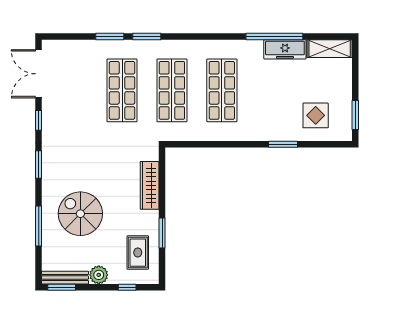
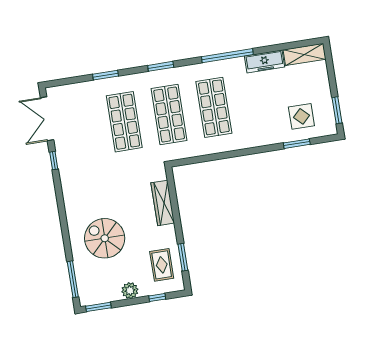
window: (147, 36) -> (161, 66), moved
window: (274, 36) -> (227, 56), moved
window: (283, 144) -> (297, 144), moved
window: (39, 164) -> (60, 200), removed
window: (39, 226) -> (73, 279), moved
window: (162, 233) -> (183, 257), moved
bench: (65, 278) -> (100, 298), removed

